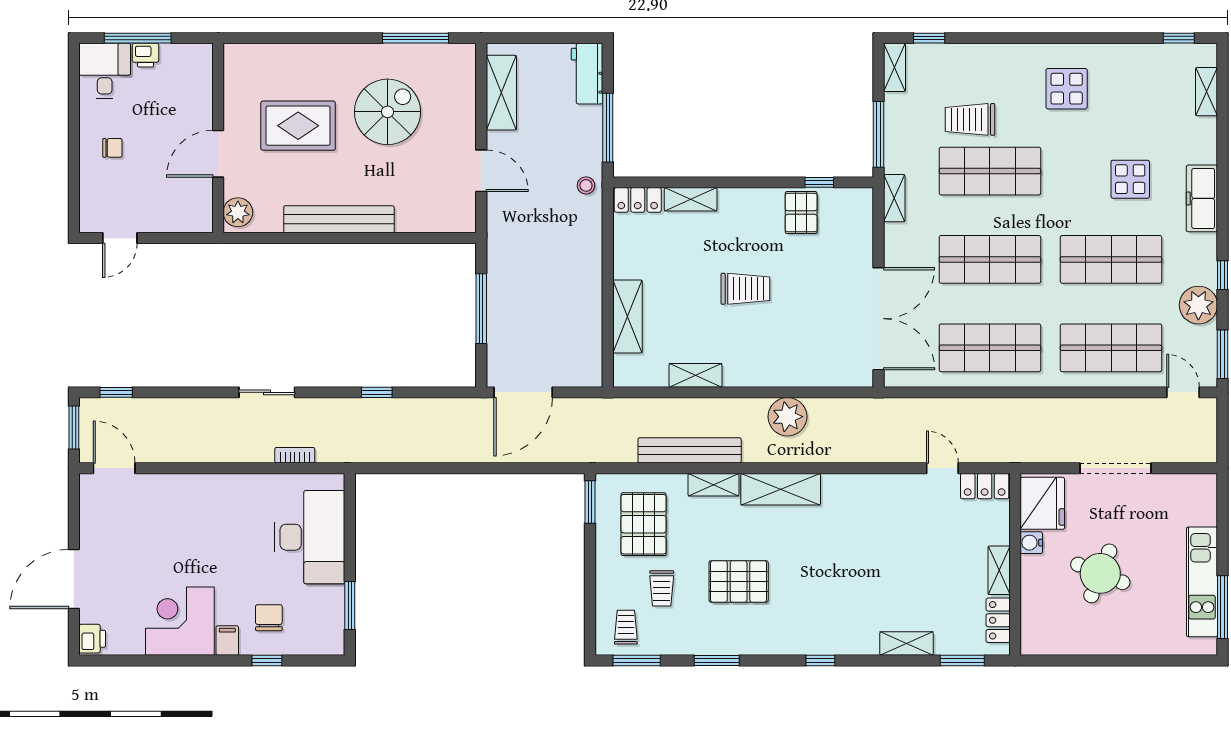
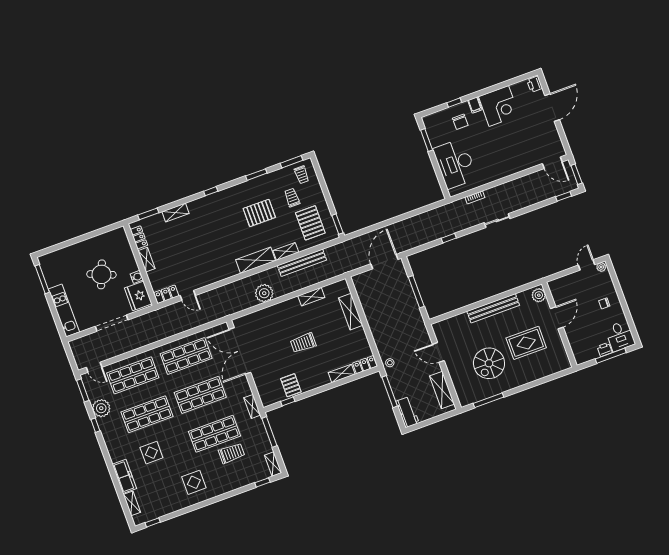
freezer: (1202, 198) -> (124, 476), moved
plant: (92, 223) -> (601, 267), added
kitchen unit: (1202, 582) -> (64, 311), moved

